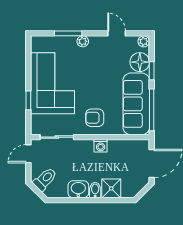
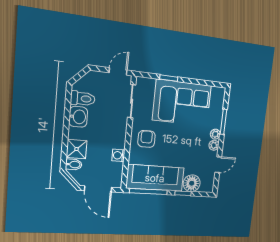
plant: (144, 41) -> (214, 145), moved
washing machine: (101, 146) -> (118, 155), moved
door: (28, 154) -> (118, 71), hinge flipped
toilet: (45, 179) -> (83, 99), moved, turned -45
bidet: (95, 190) -> (74, 164), moved

